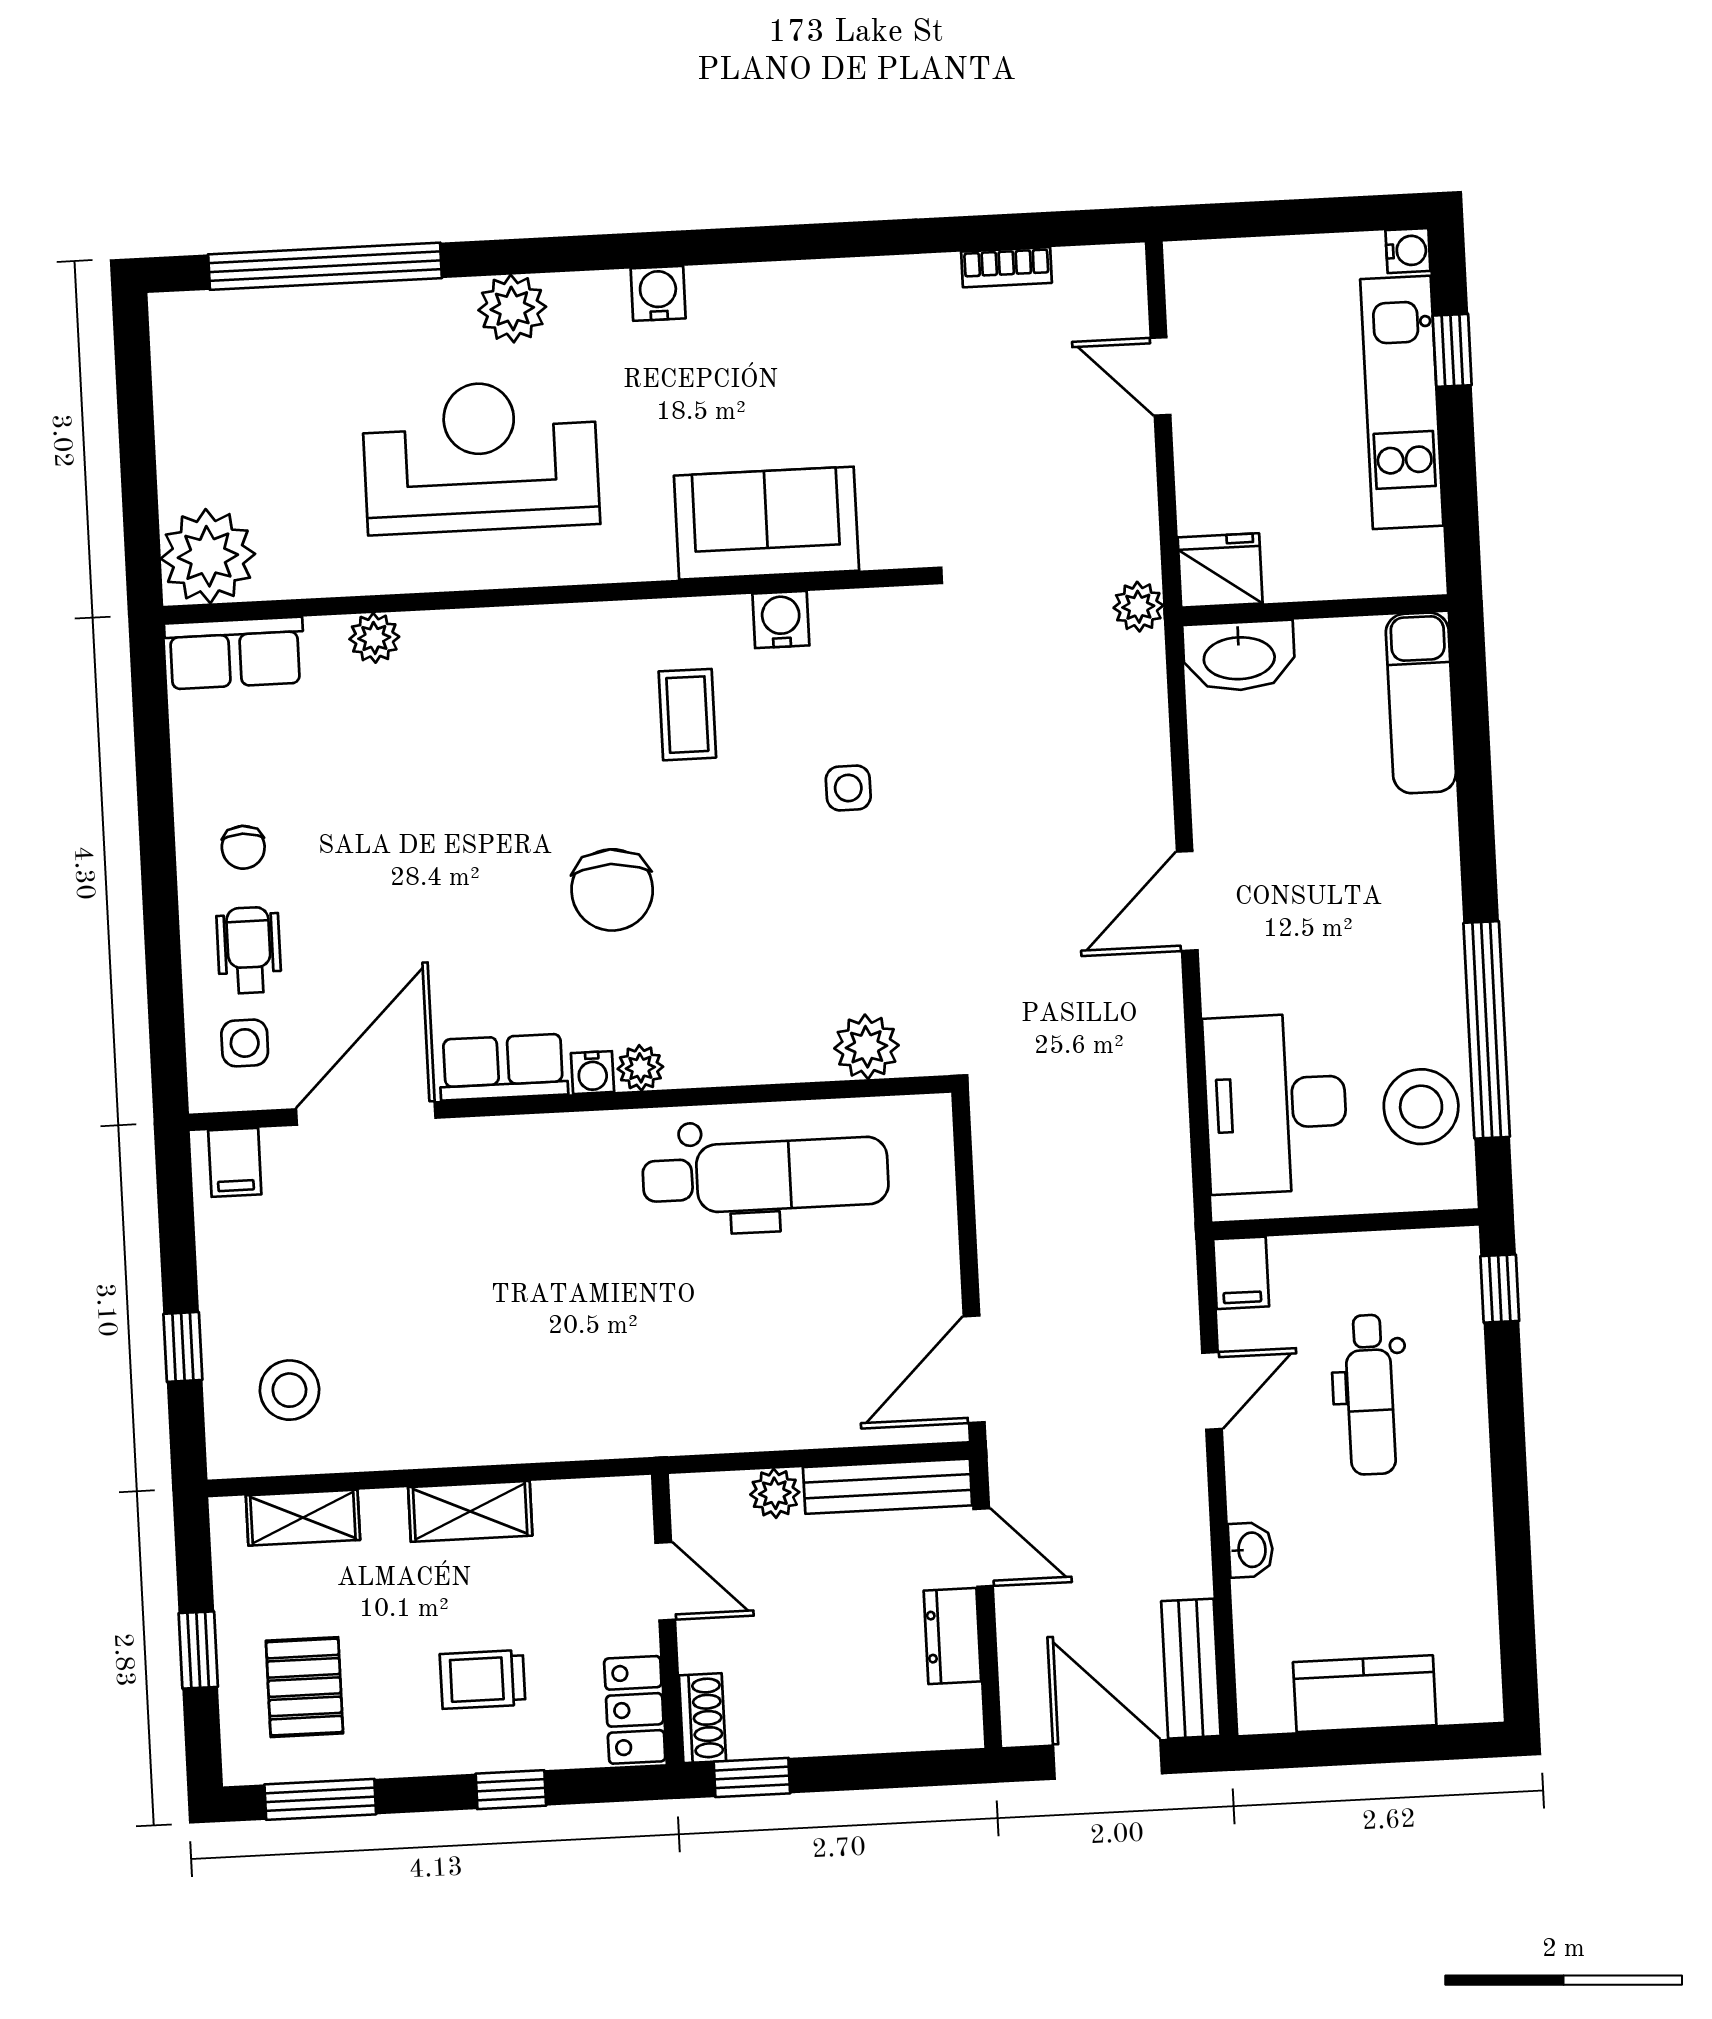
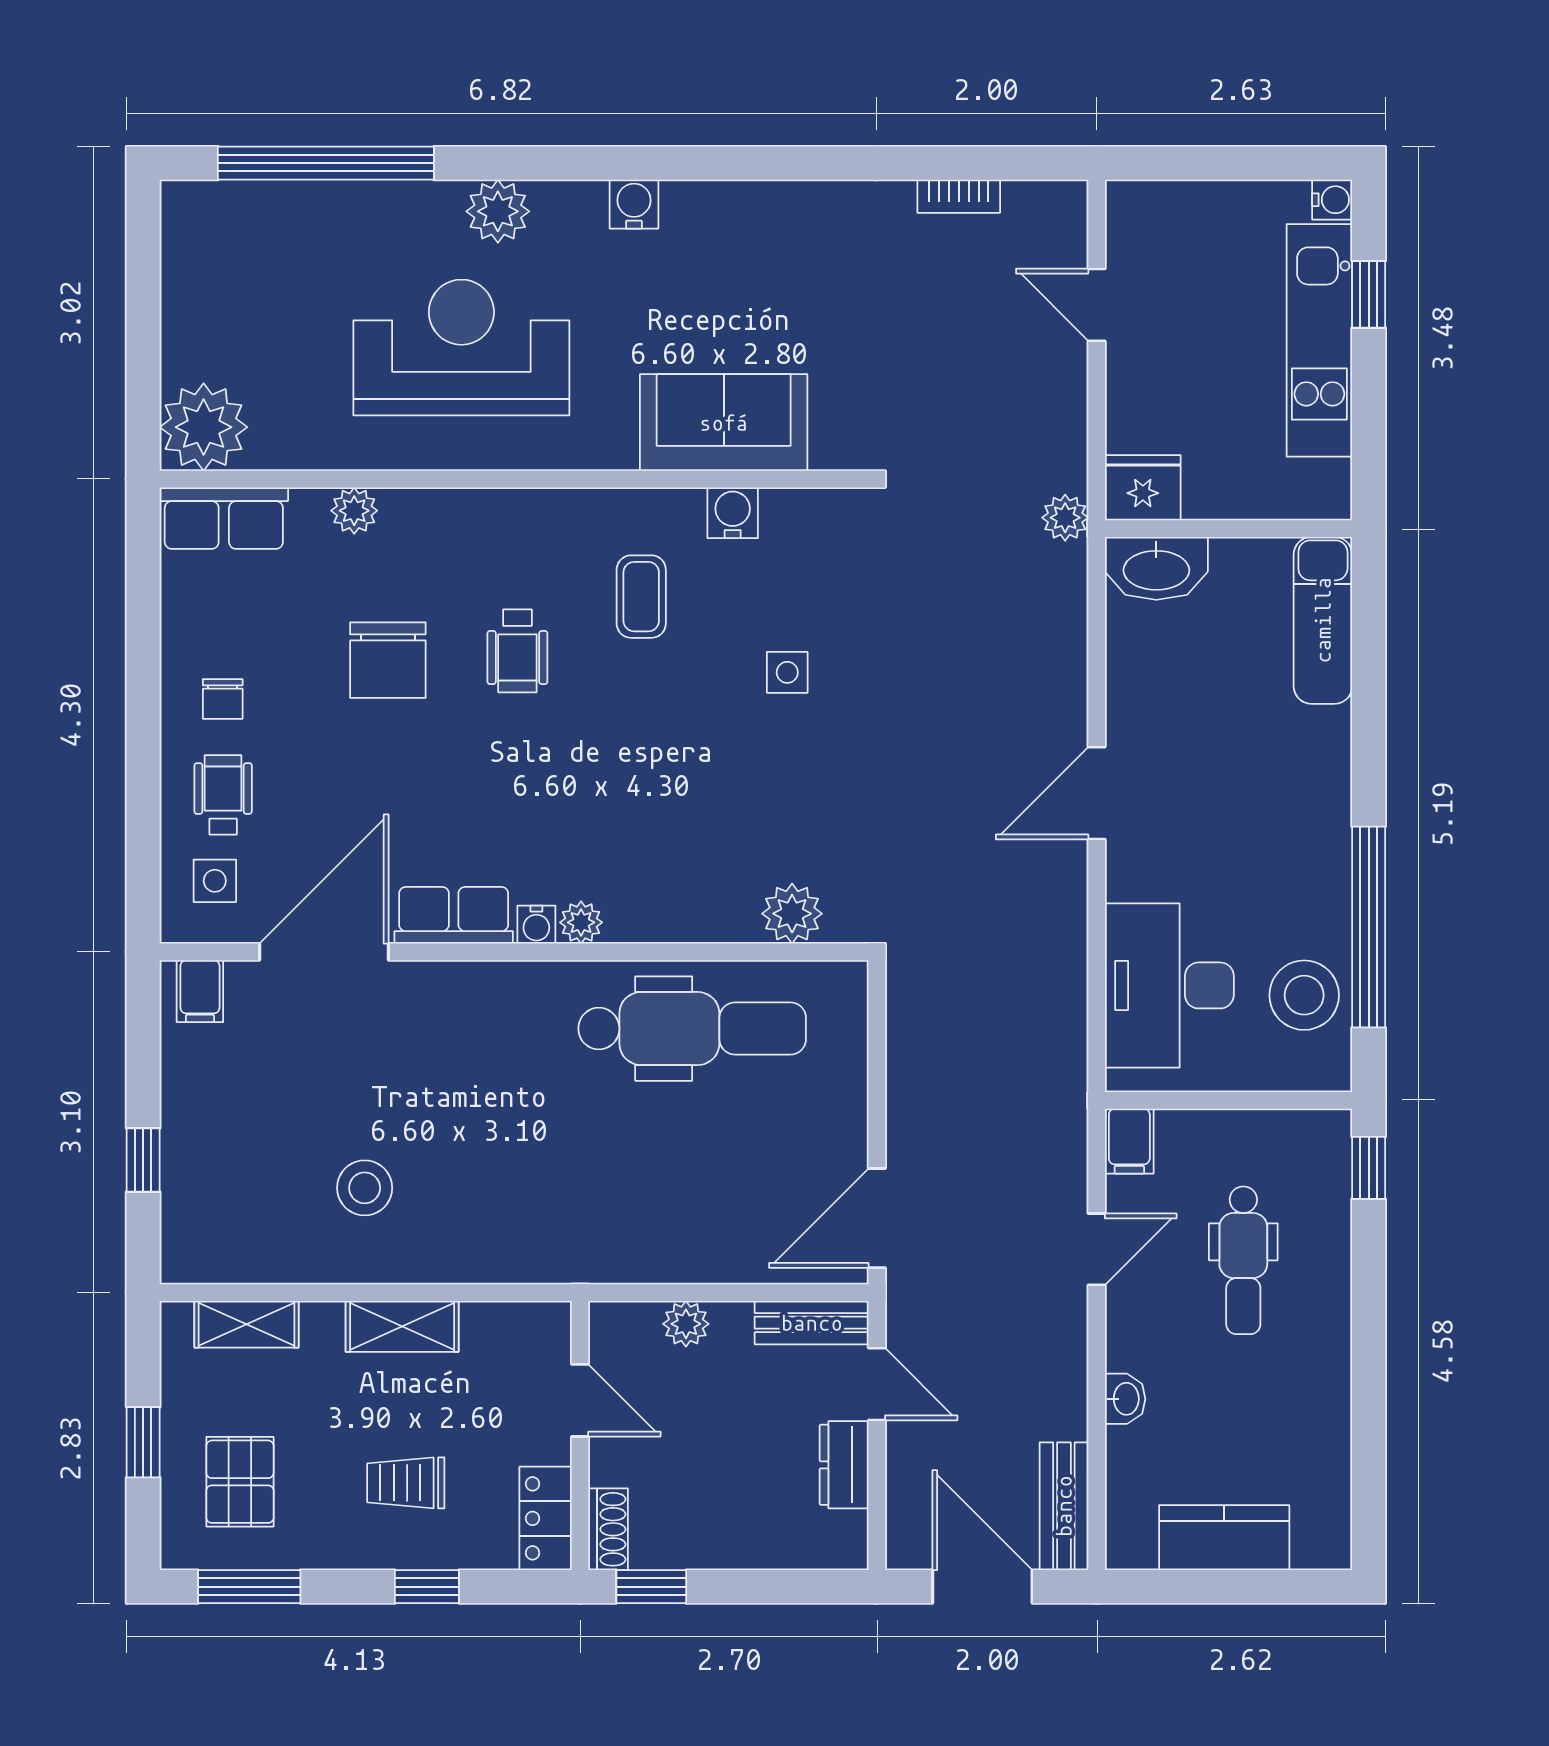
wheelchair: (557, 780) -> (517, 651), added
chair: (612, 890) -> (388, 660), moved
stool: (289, 1390) -> (365, 1188), moved
bench: (888, 1486) -> (812, 1323), width x0.73

